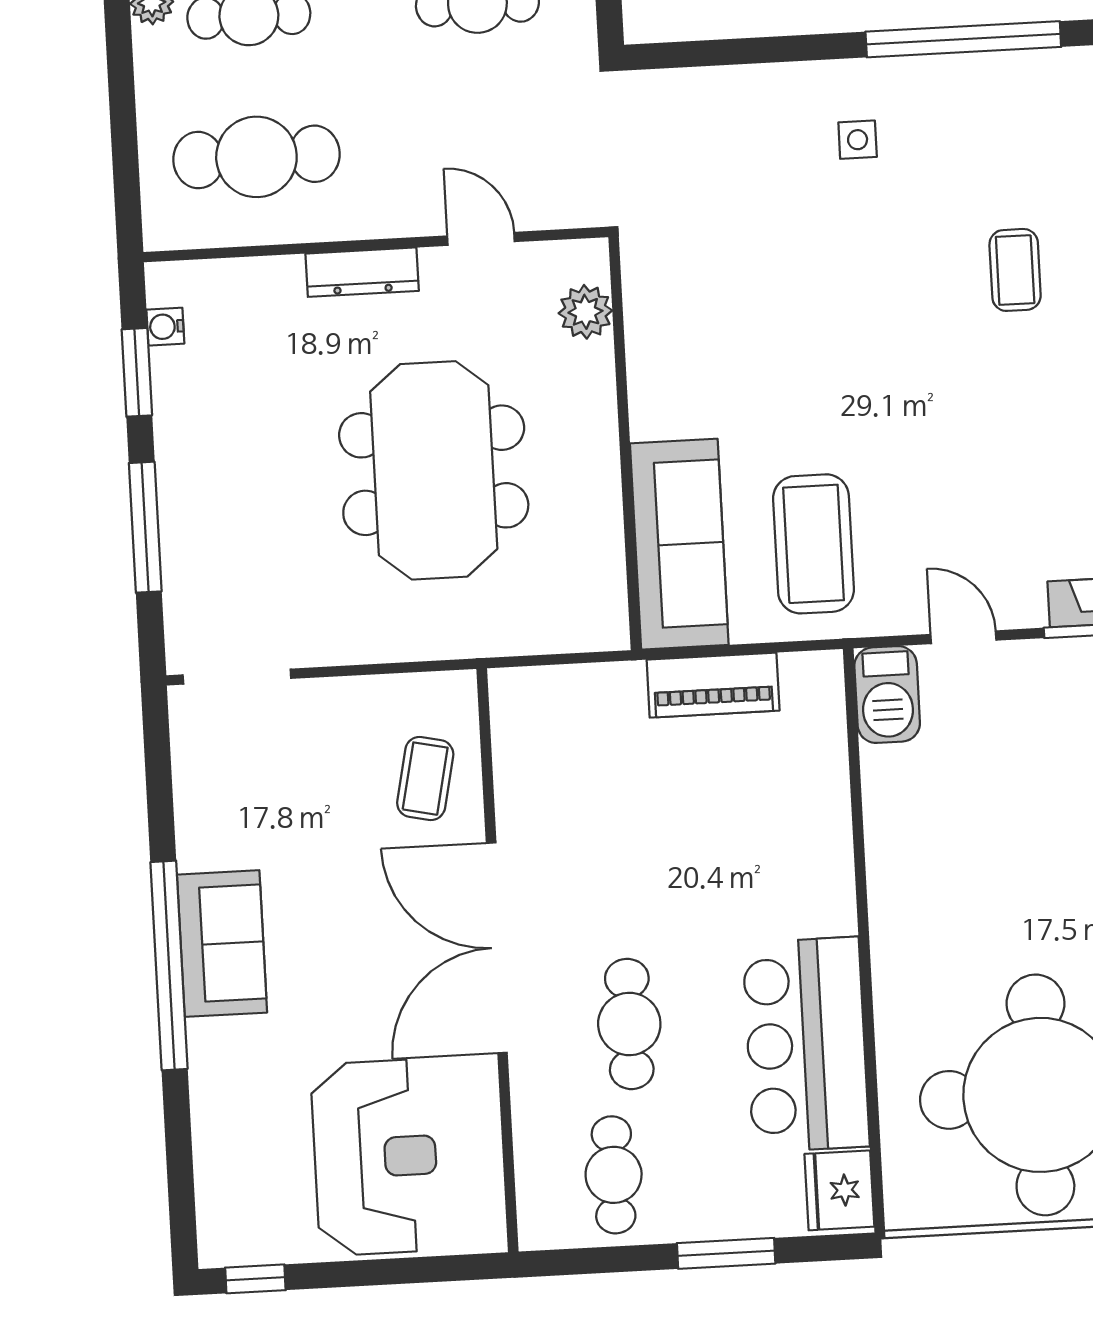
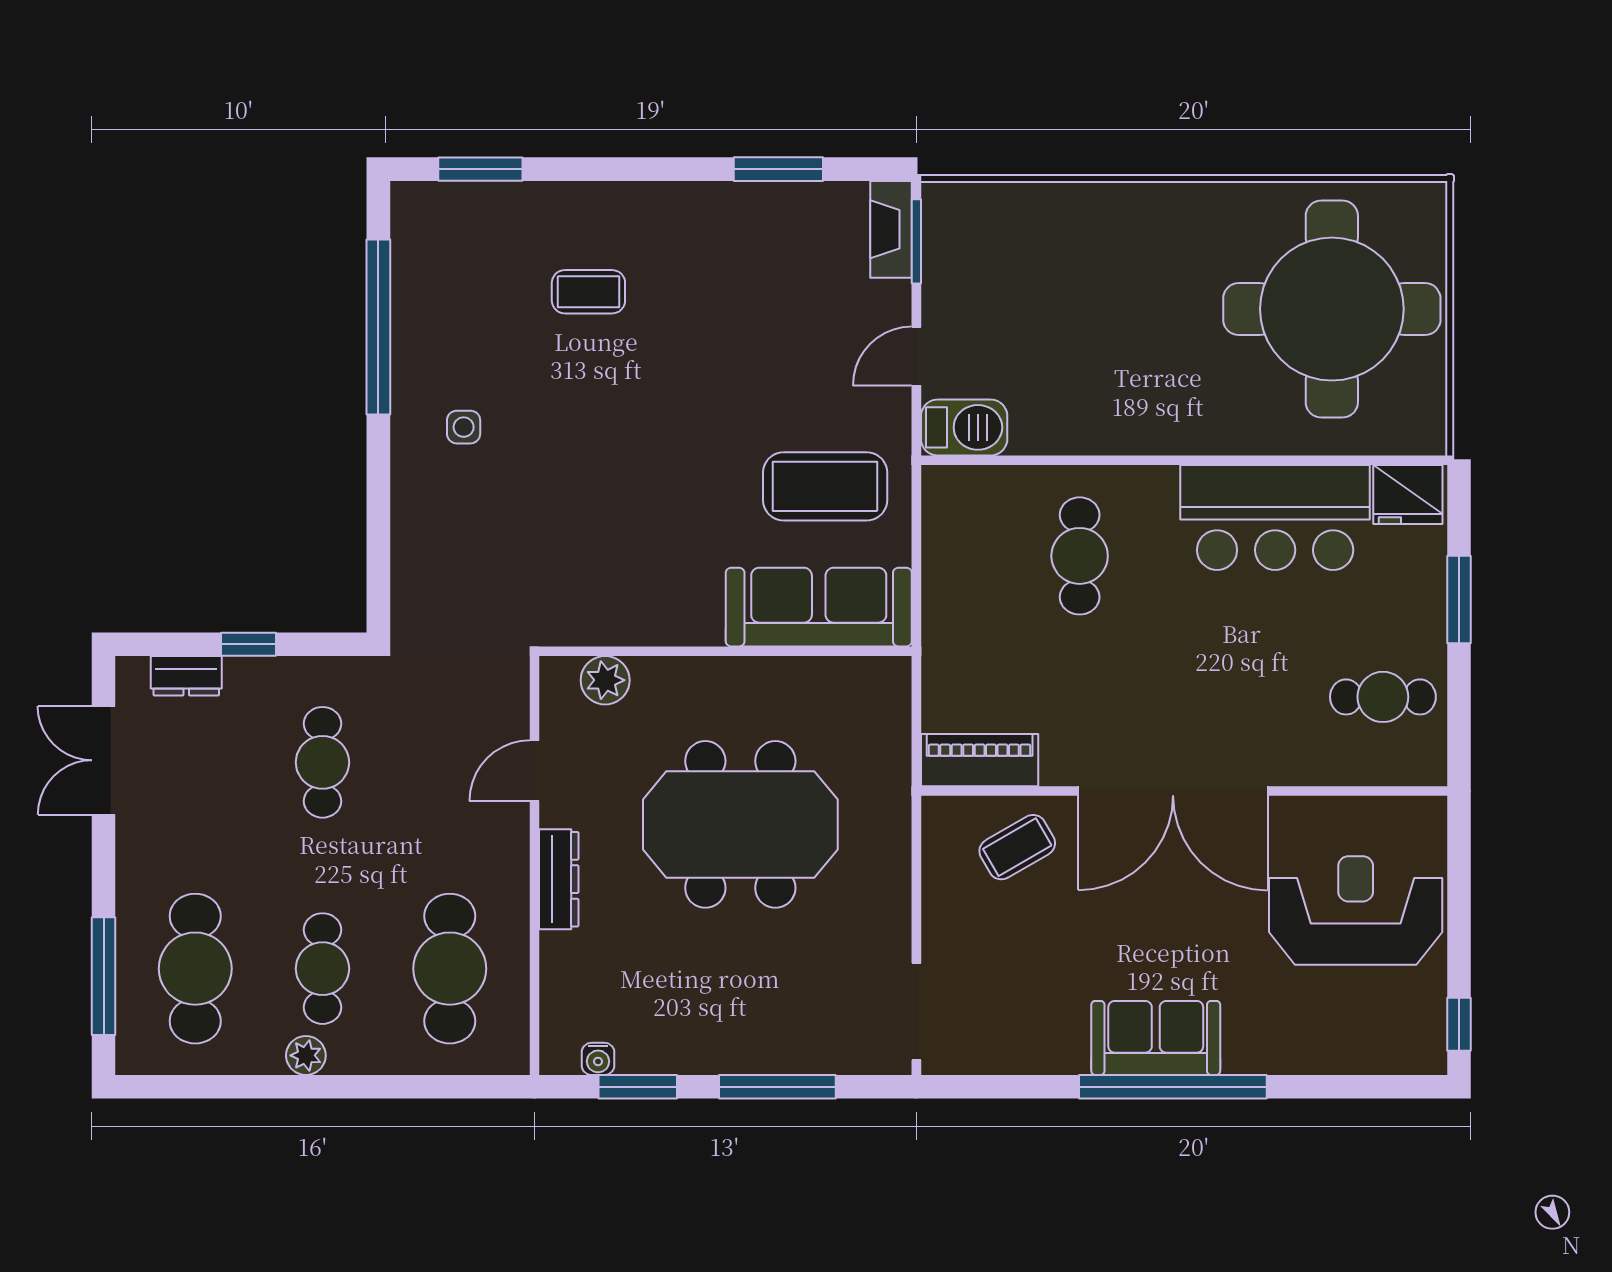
piano: (713, 685) -> (980, 760), moved, turned -90
coffee table: (425, 779) -> (1017, 847), turned -42
cafe table: (629, 1024) -> (1080, 556), moved, turned 90

